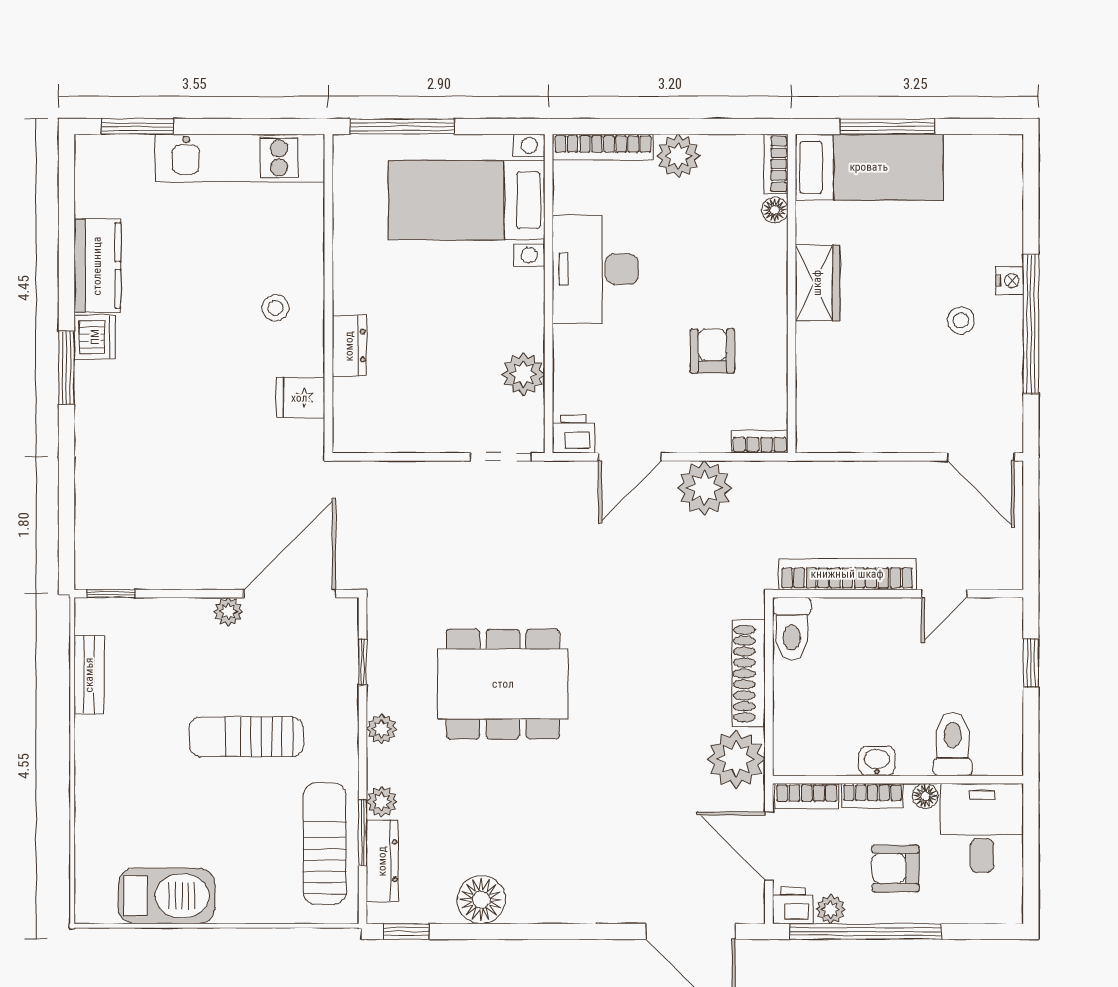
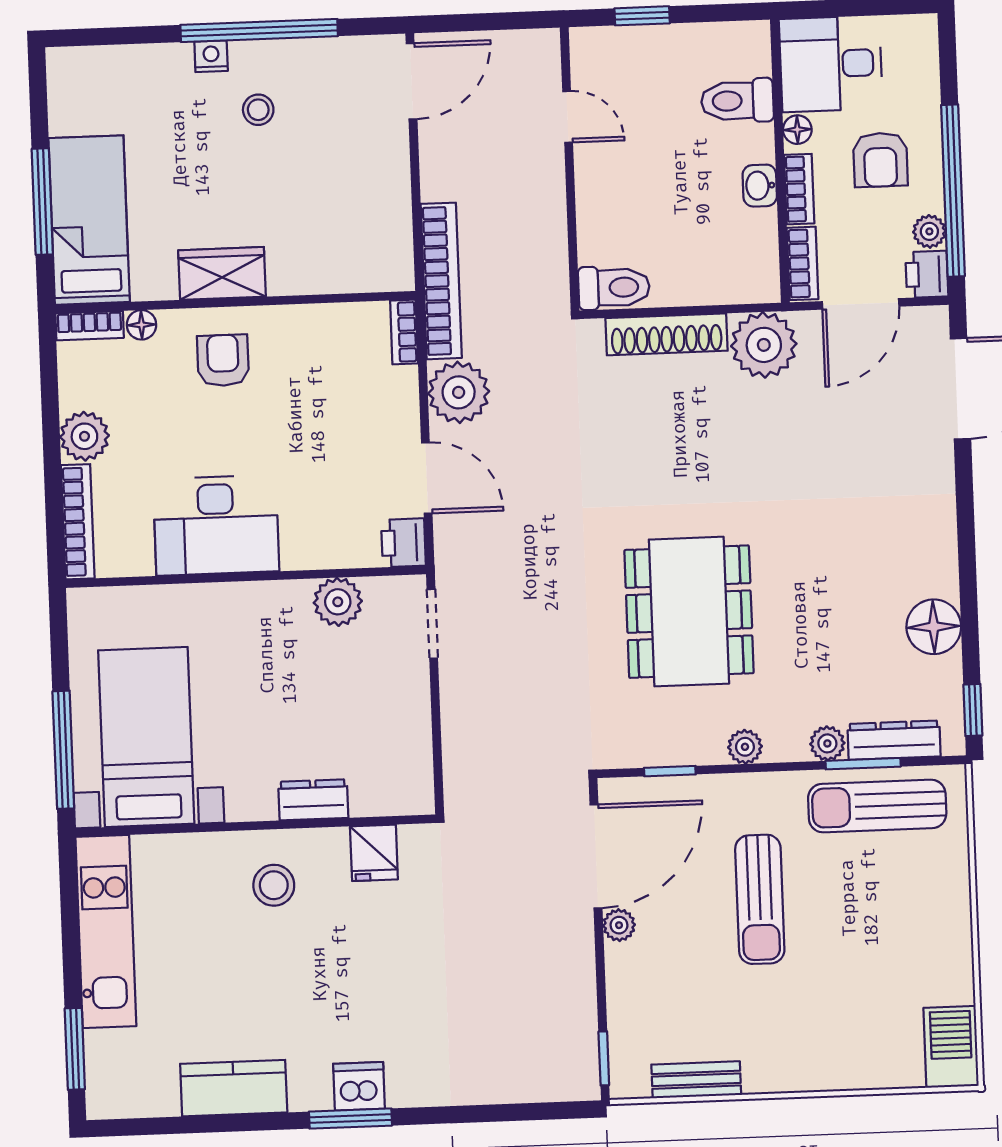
bed with nightstands: (467, 200) -> (146, 737), moved, turned 180
stool: (275, 308) -> (274, 885), width x1.37, depth x1.37
dishwasher: (95, 337) -> (359, 1086), moved
armchair: (712, 351) -> (223, 360), moved, turned 90
bookcase: (847, 574) -> (441, 281), moved, turned 180
door: (290, 594) -> (596, 856), swing flipped
barbecue: (167, 896) -> (951, 1047), moved, width x0.73, depth x0.83

